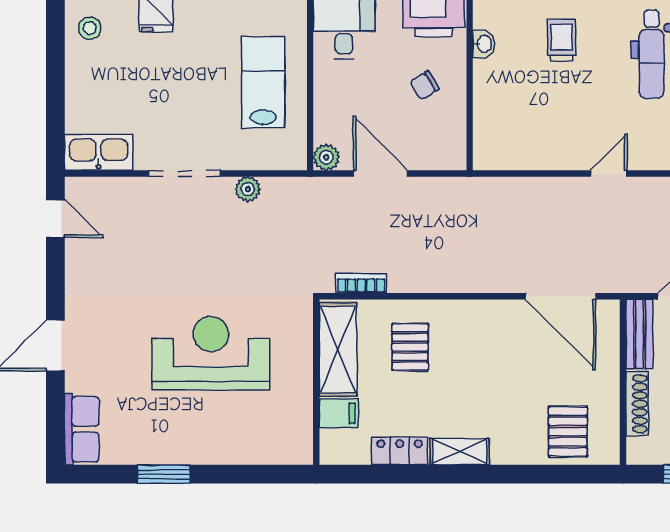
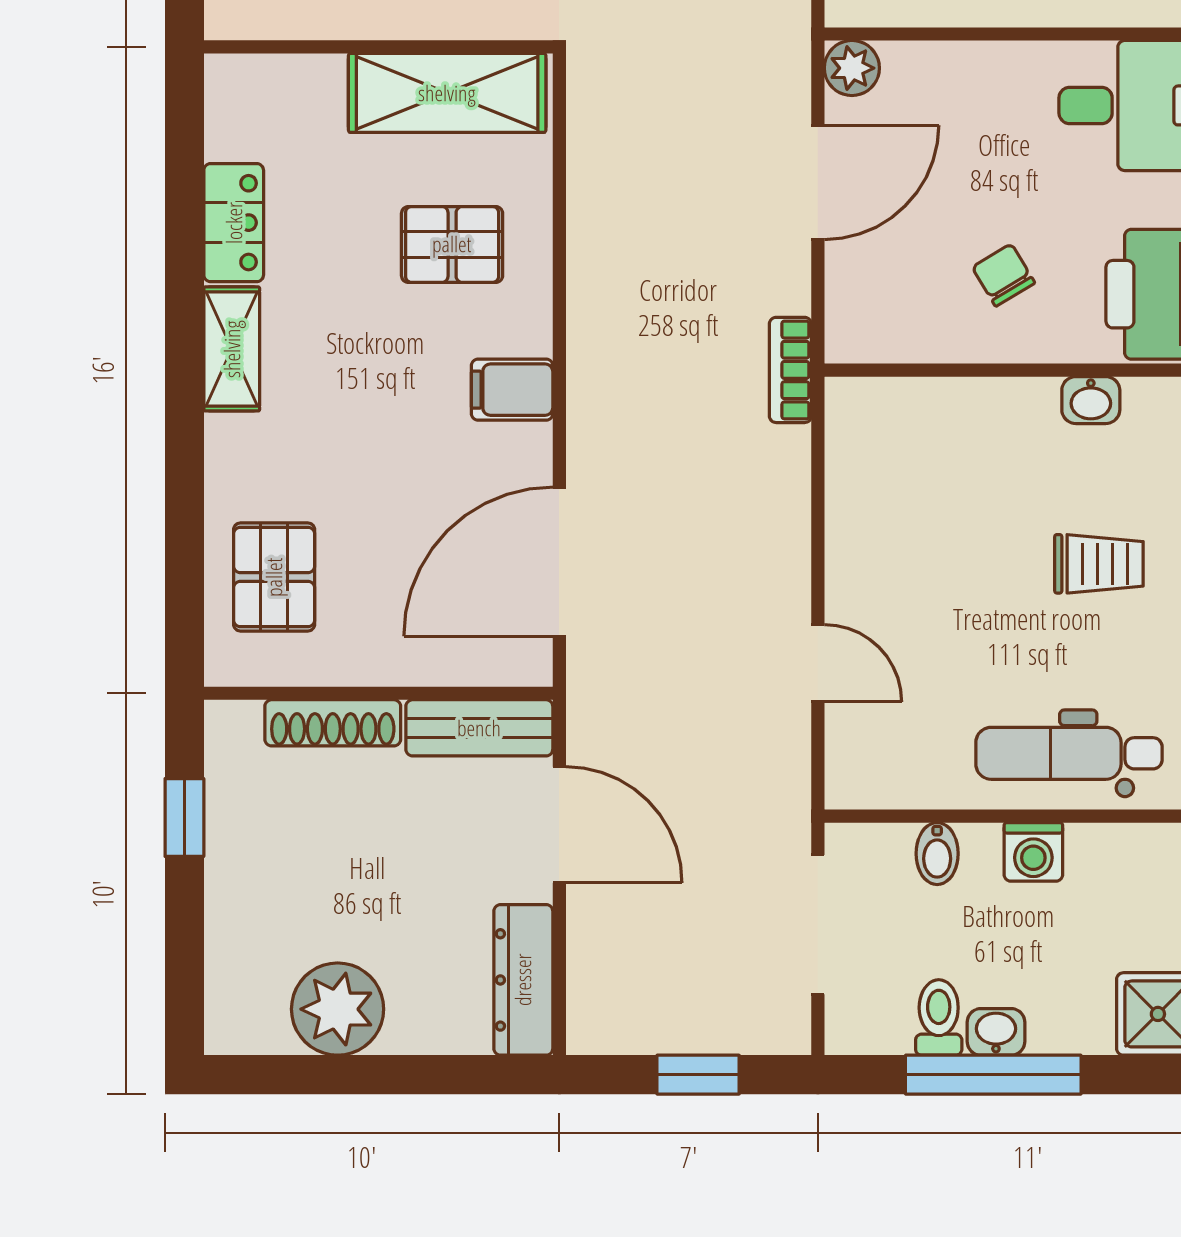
bookcase: (361, 283) -> (790, 370), moved, turned 180
filing cabinet: (339, 413) -> (512, 390), moved, turned 90
pallet: (568, 432) -> (274, 577), turned 90

